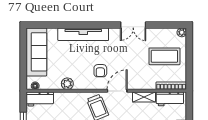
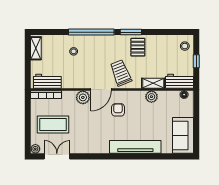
double door: (133, 25) -> (57, 156), moved
sofa: (36, 52) -> (183, 135), width x0.73
plant: (135, 83) -> (83, 97), added
shelving: (144, 97) -> (153, 83), moved

